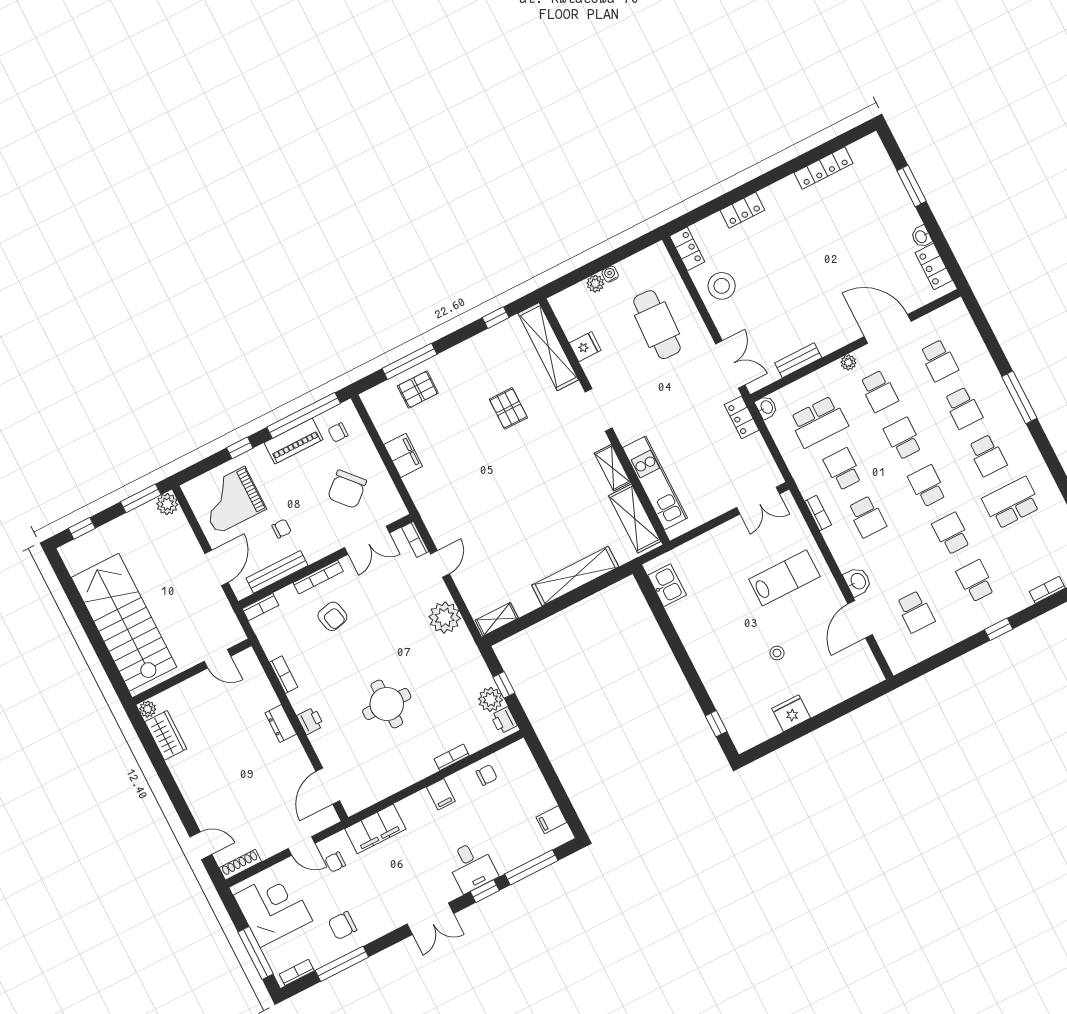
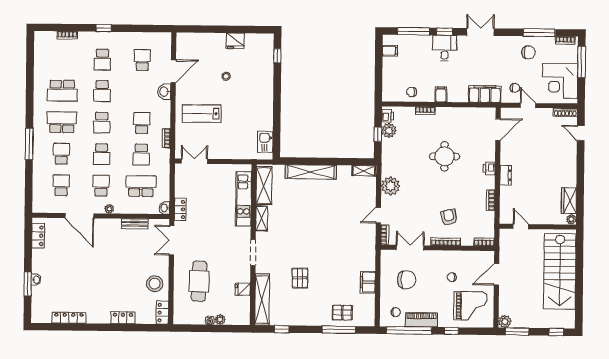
washbasin: (921, 237) -> (36, 280), moved
school desk: (987, 455) -> (62, 122), width x1.85
chair: (347, 489) -> (407, 280), turned 42
bench: (277, 572) -> (466, 256), removed

